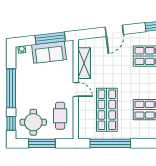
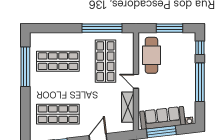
sofa: (49, 52) -> (163, 118), width x1.36
cafe table: (60, 116) -> (151, 55), width x1.37, depth x1.35
round table: (33, 122) -> (178, 49), removed

